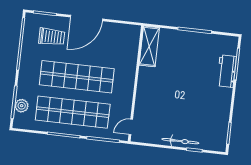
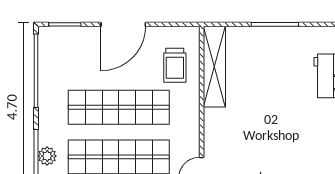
trolley: (52, 37) -> (175, 65), moved, turned 90
shelving: (149, 46) -> (214, 67), width x1.47

